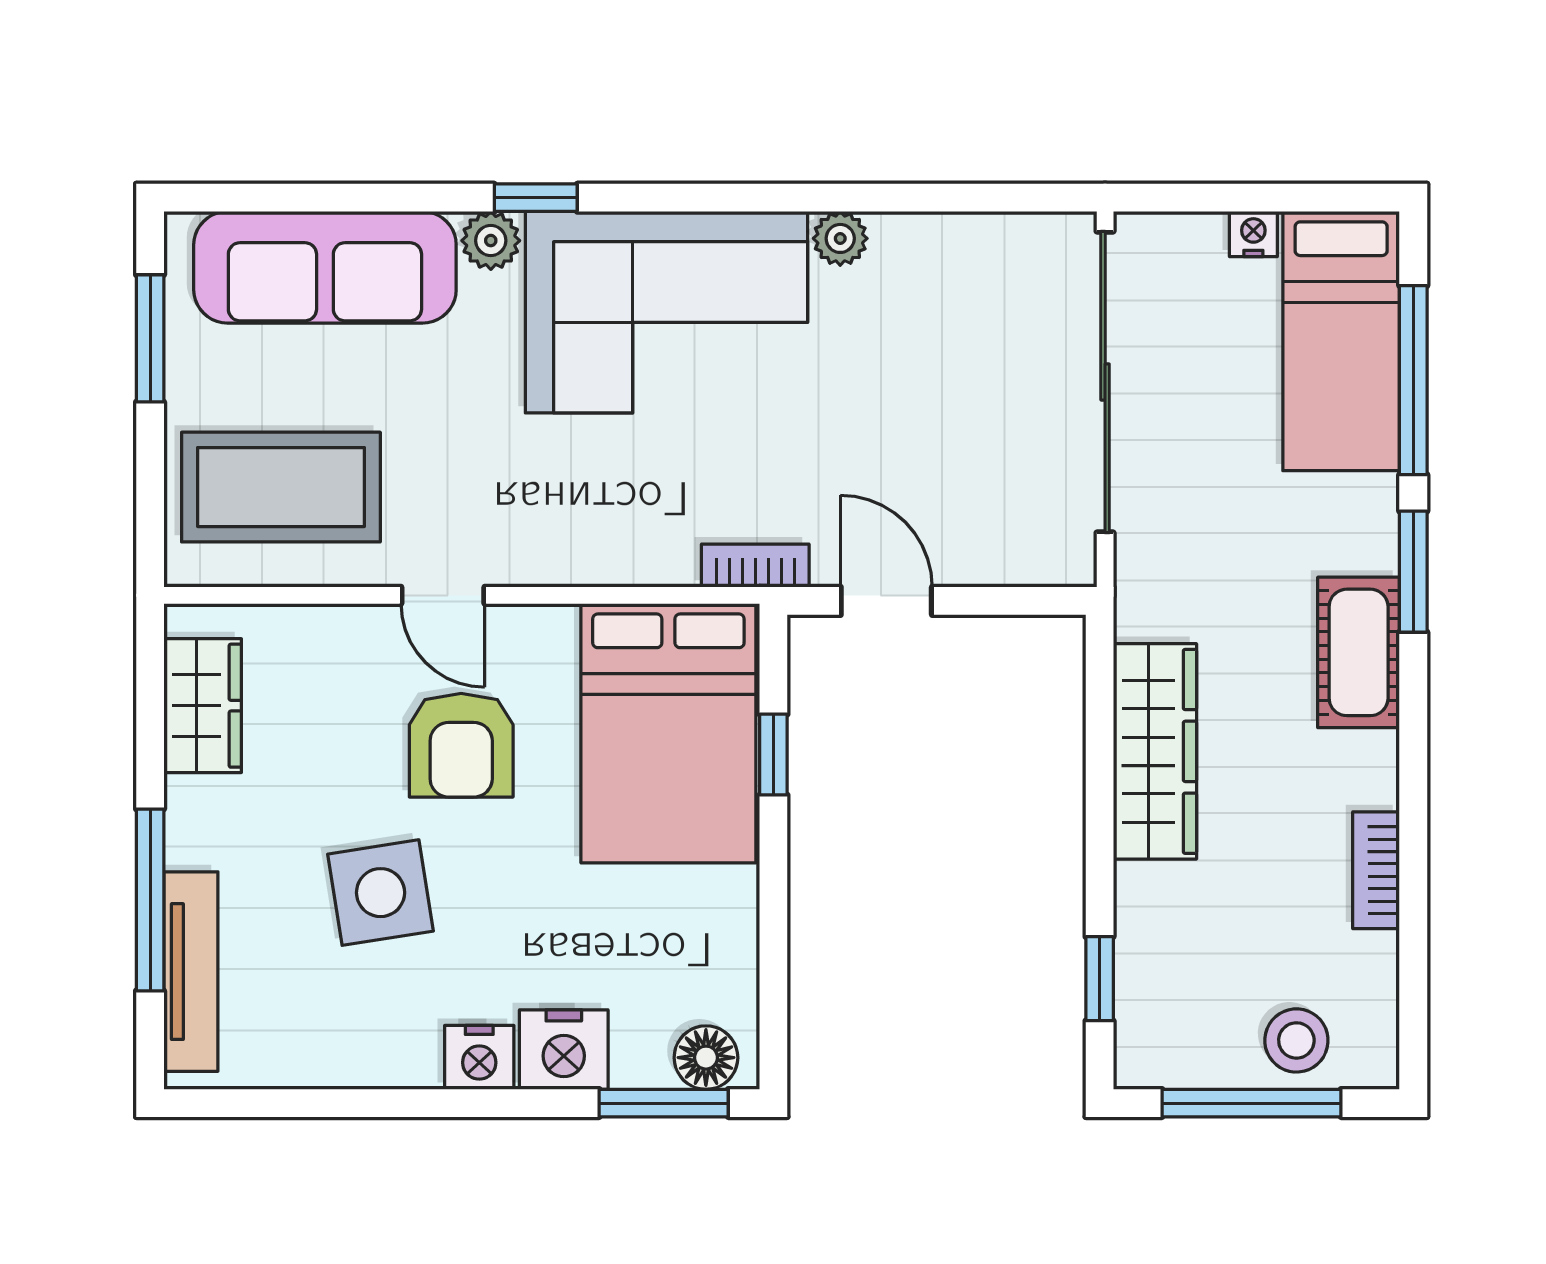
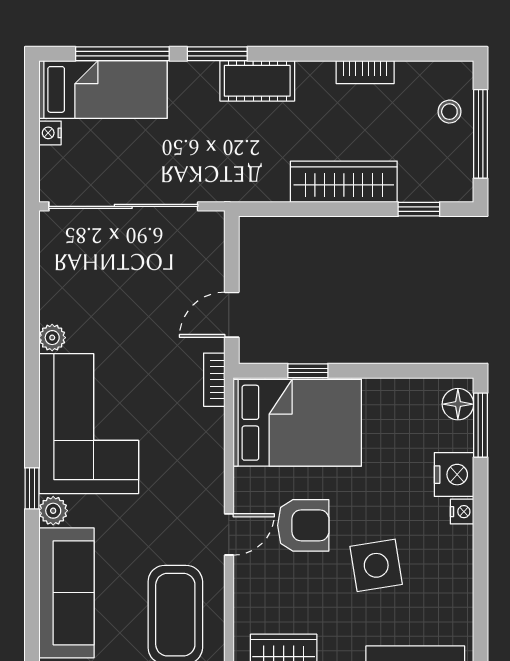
wardrobe: (1155, 751) -> (344, 182), moved
stool: (1296, 1040) -> (449, 112), width x0.73, depth x0.73
nightstand: (479, 1057) -> (462, 512), width x0.72, depth x0.74

